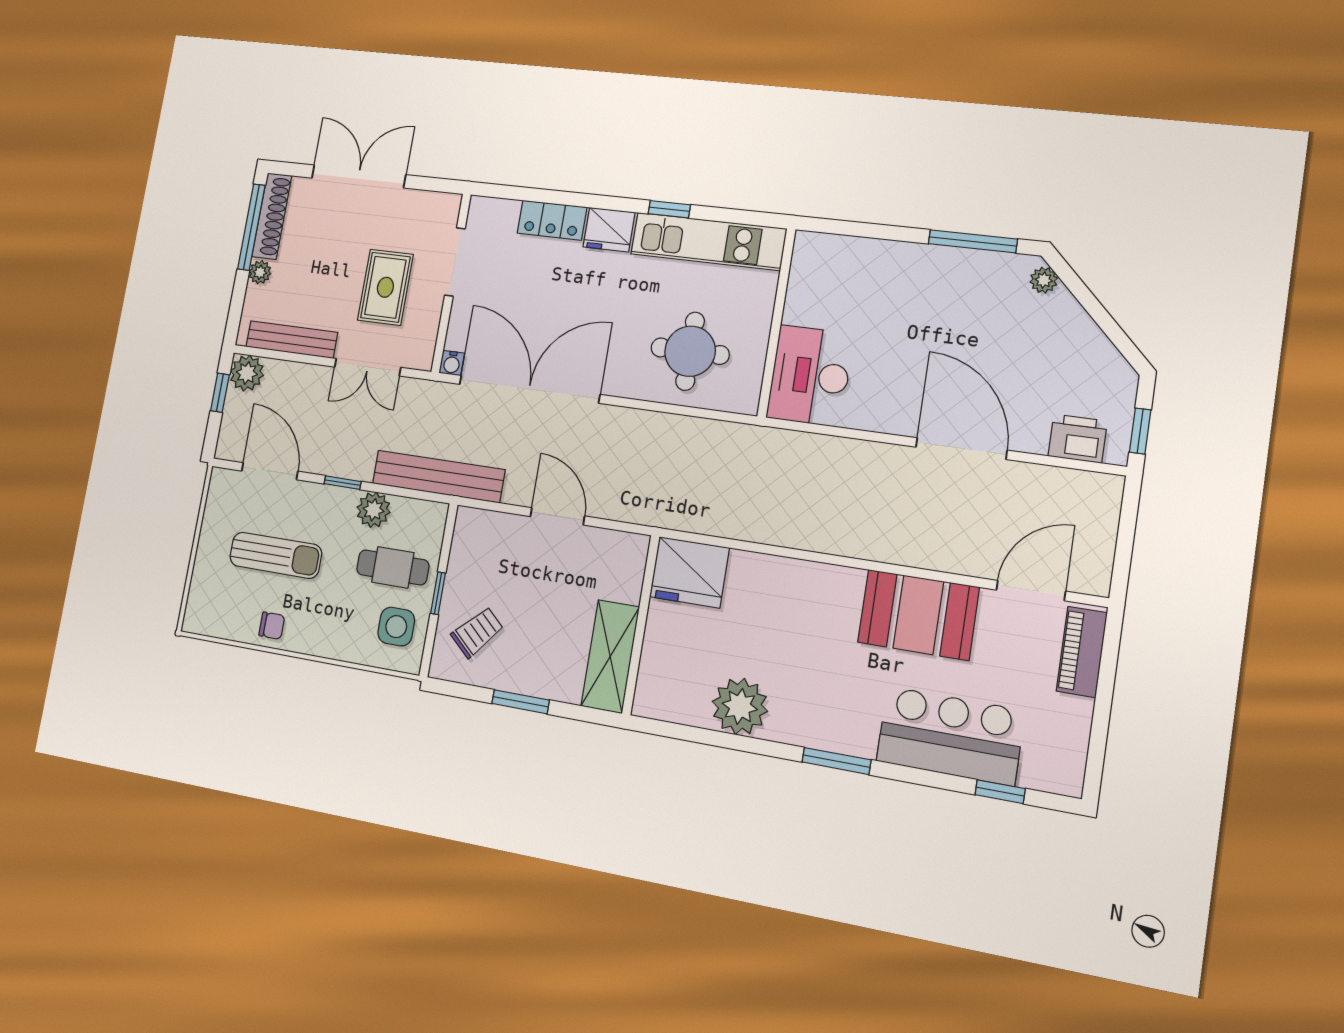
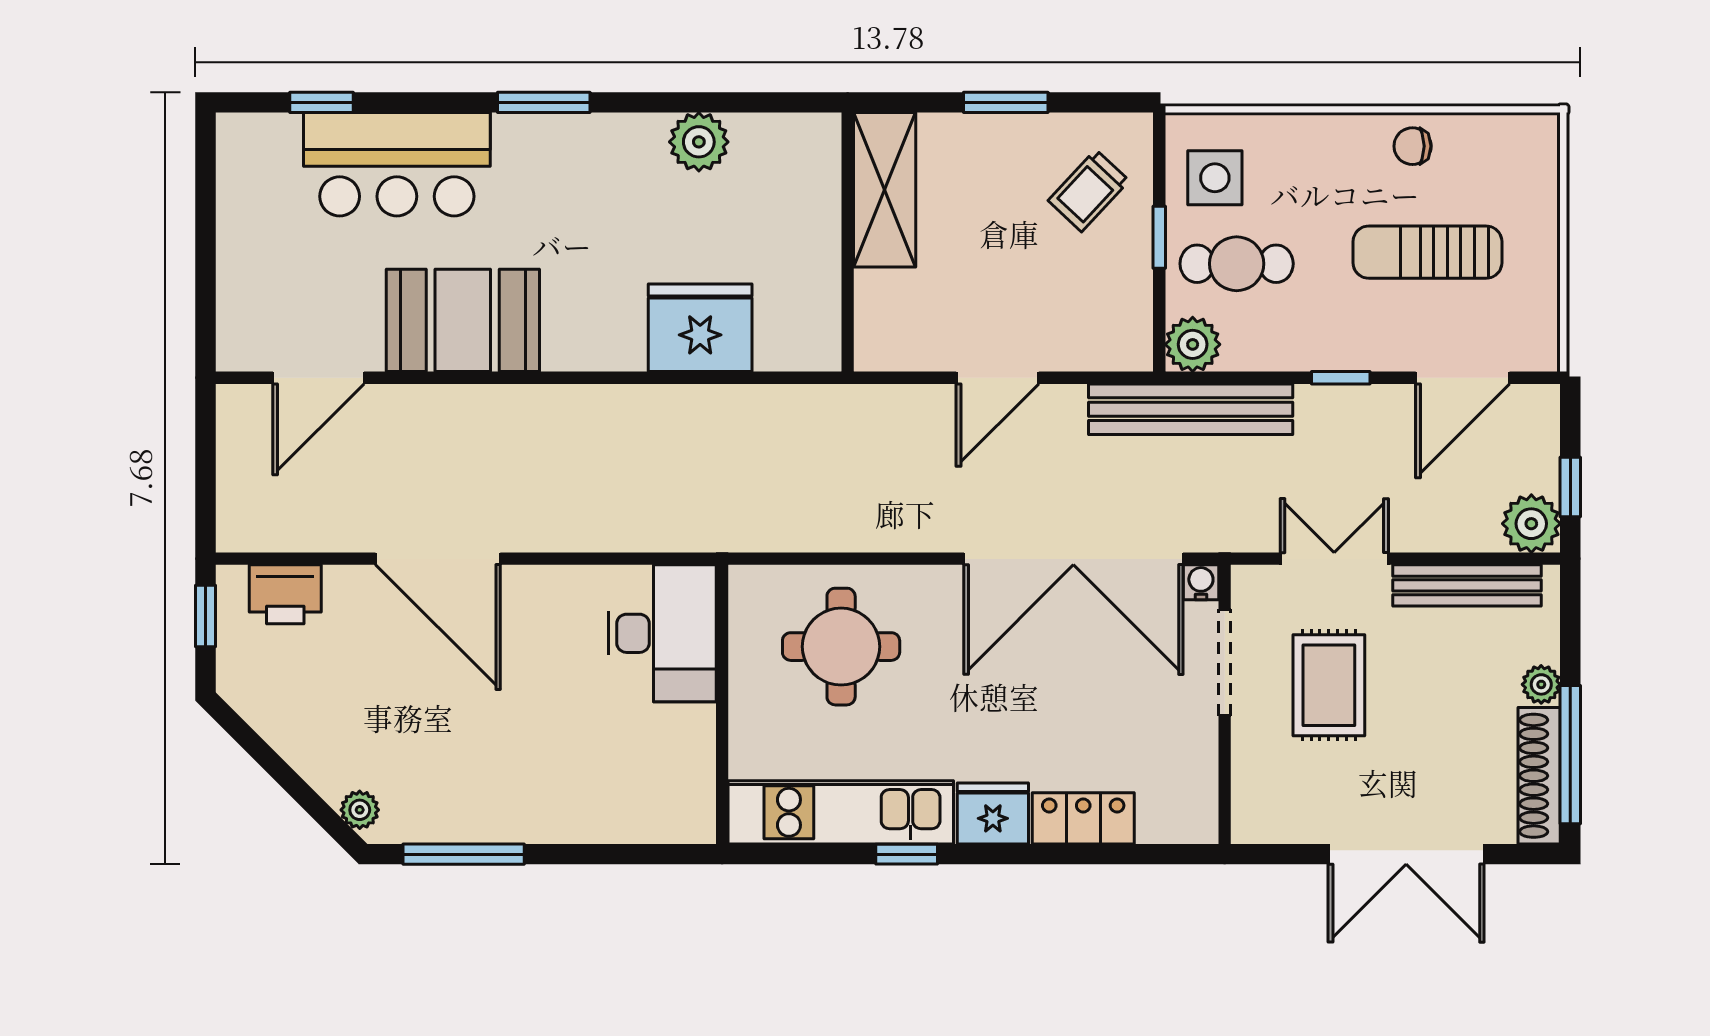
doorway: (455, 262) -> (1225, 663), moved
door: (270, 471) -> (1463, 378), hinge flipped
plant: (373, 510) -> (1193, 344), moved
door: (557, 516) -> (998, 378), hinge flipped
fridge: (689, 572) -> (700, 328), moved
piano: (1082, 652) -> (241, 306), removed
plant: (740, 706) -> (699, 142), width x0.73, depth x0.73

